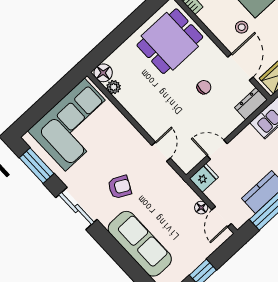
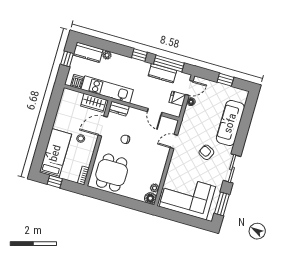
dining table: (170, 41) -> (112, 173), turned 90
fridge: (204, 178) -> (177, 98), moved

